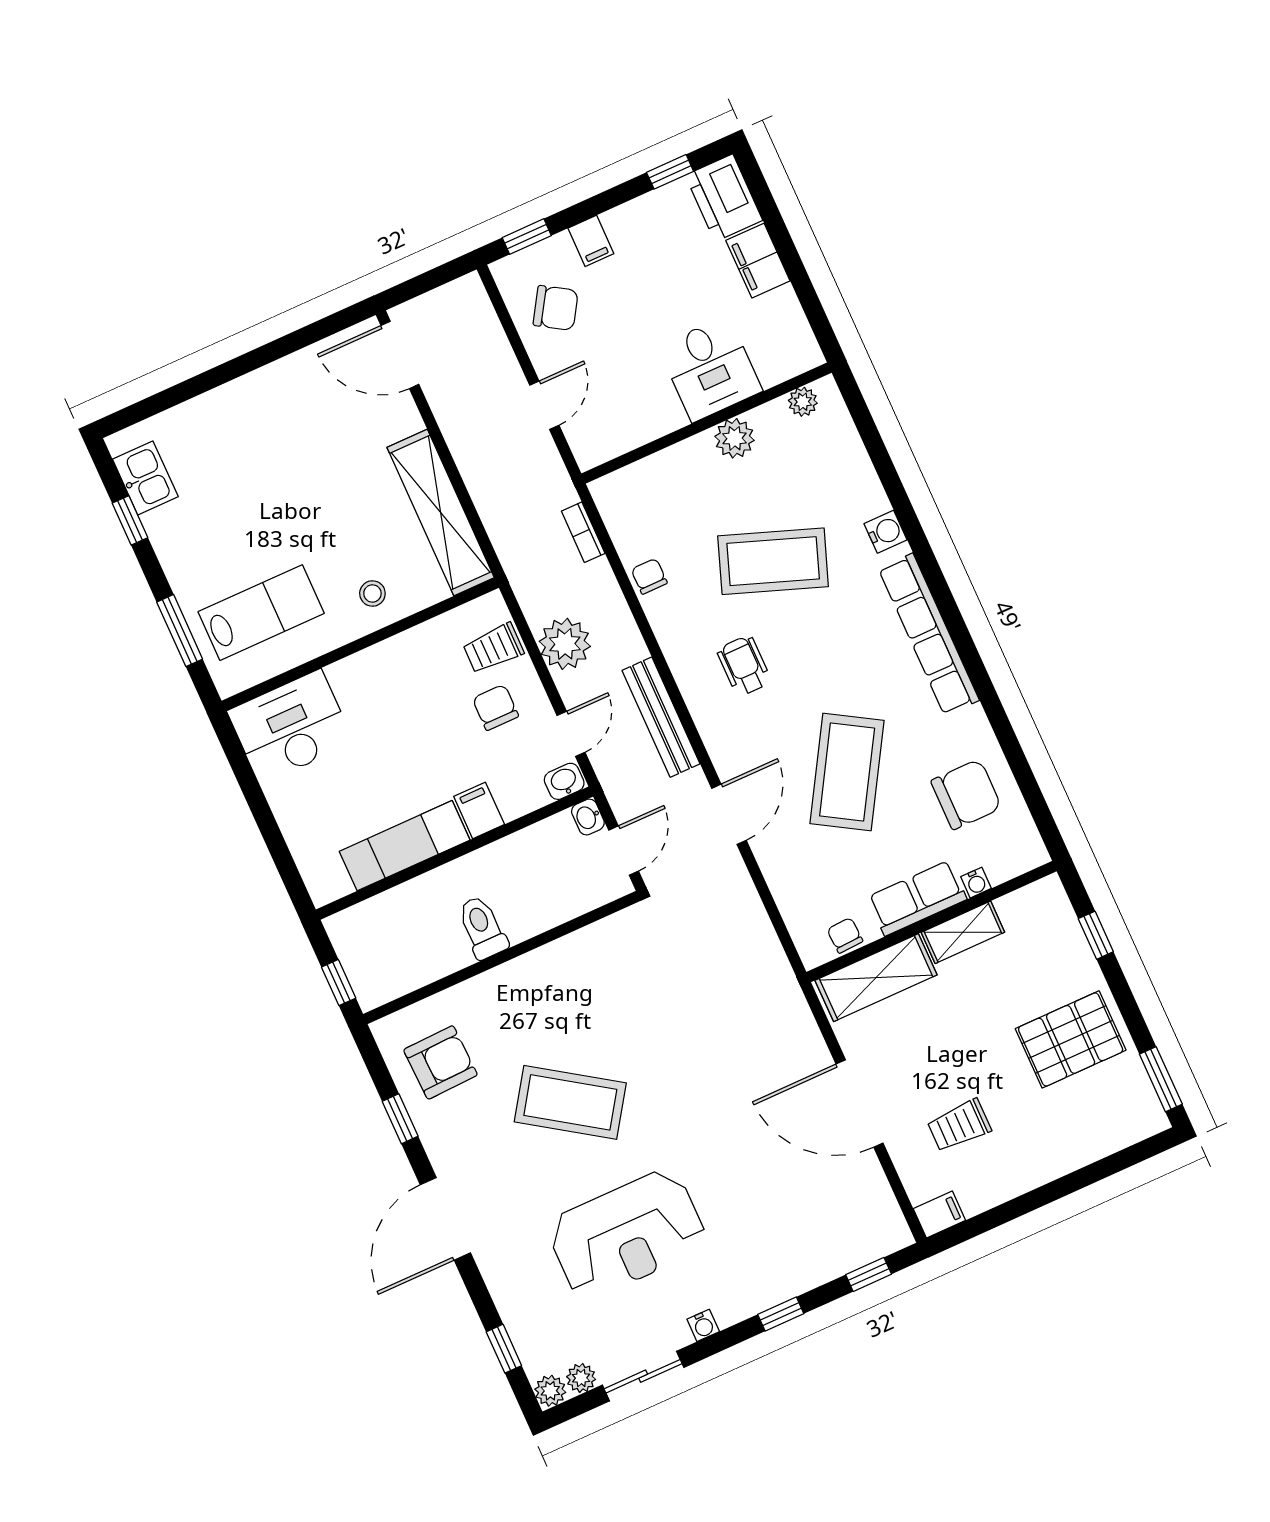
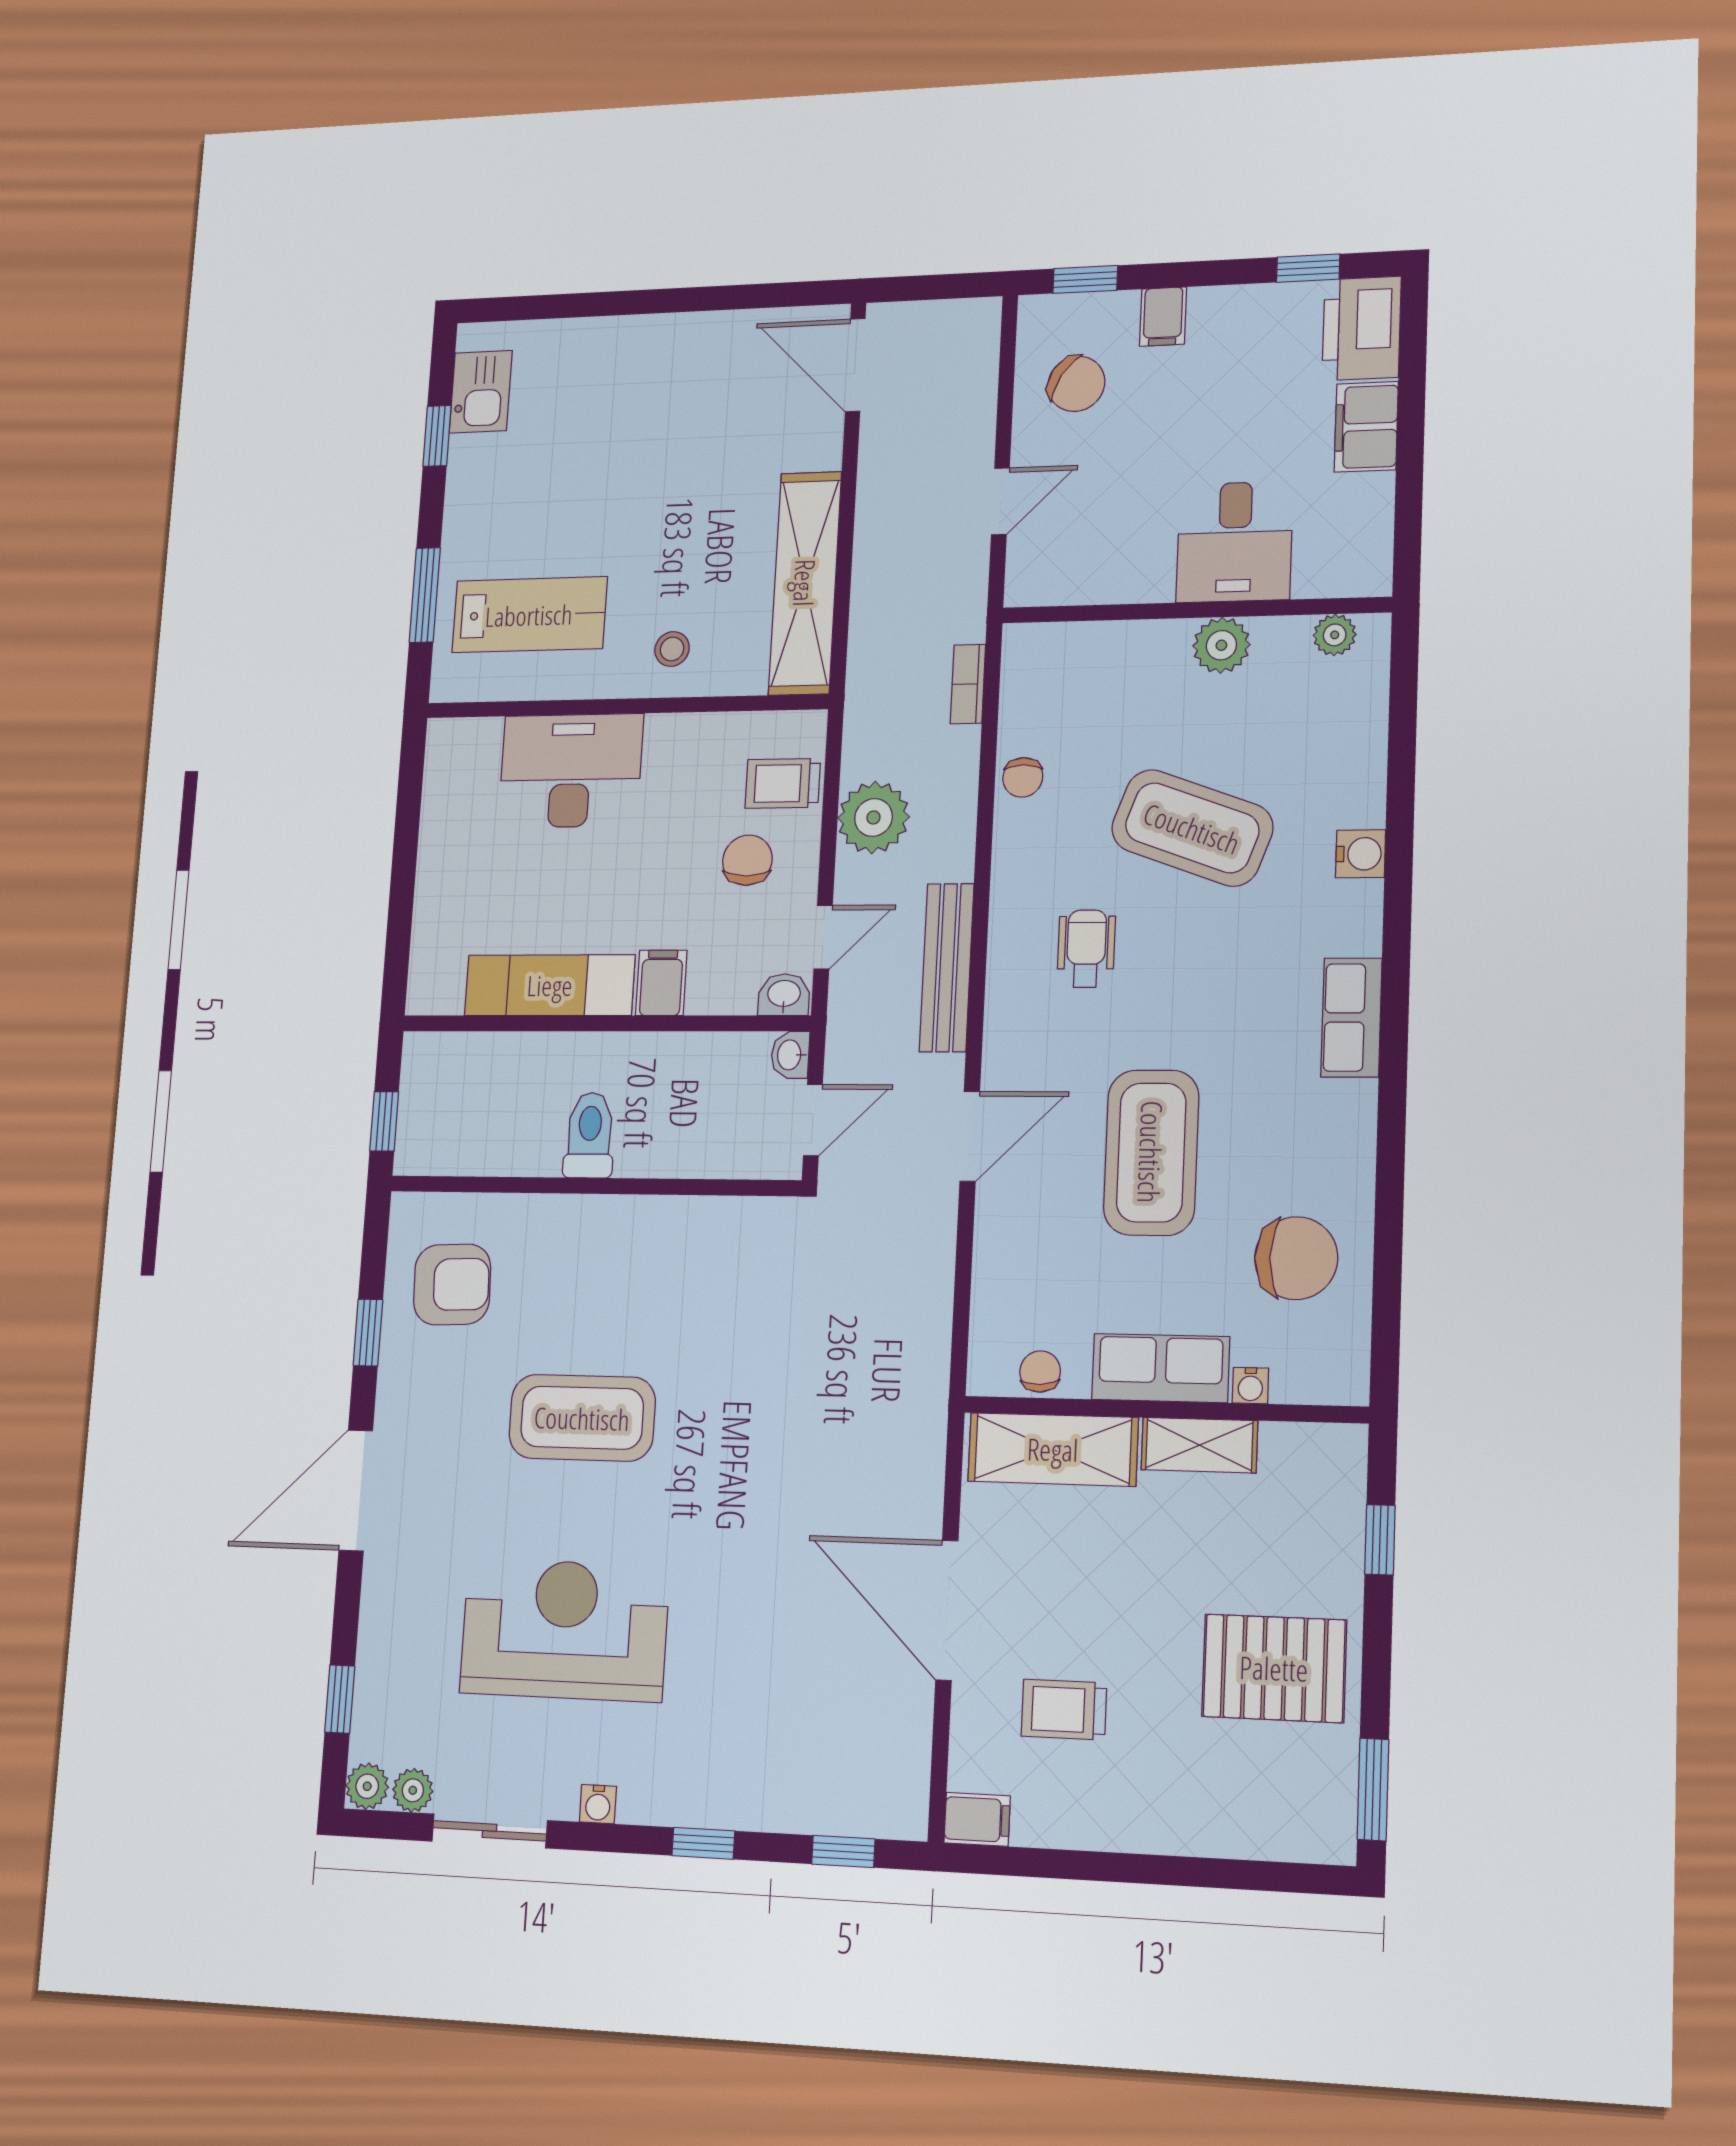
chair: (649, 576) -> (1023, 777), turned 180
row of seats: (929, 634) -> (1351, 1017), width x0.50
desk: (291, 727) -> (571, 771), moved
coffee table: (847, 772) -> (1151, 1152), turned -31
coffee table: (570, 1102) -> (582, 1418), turned -34
reception desk: (627, 1234) -> (564, 1630), turned 180

